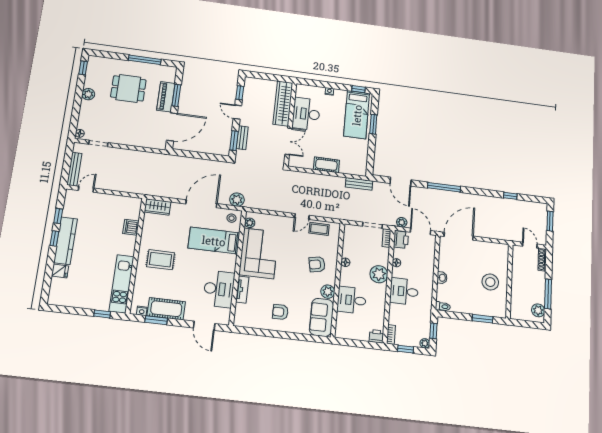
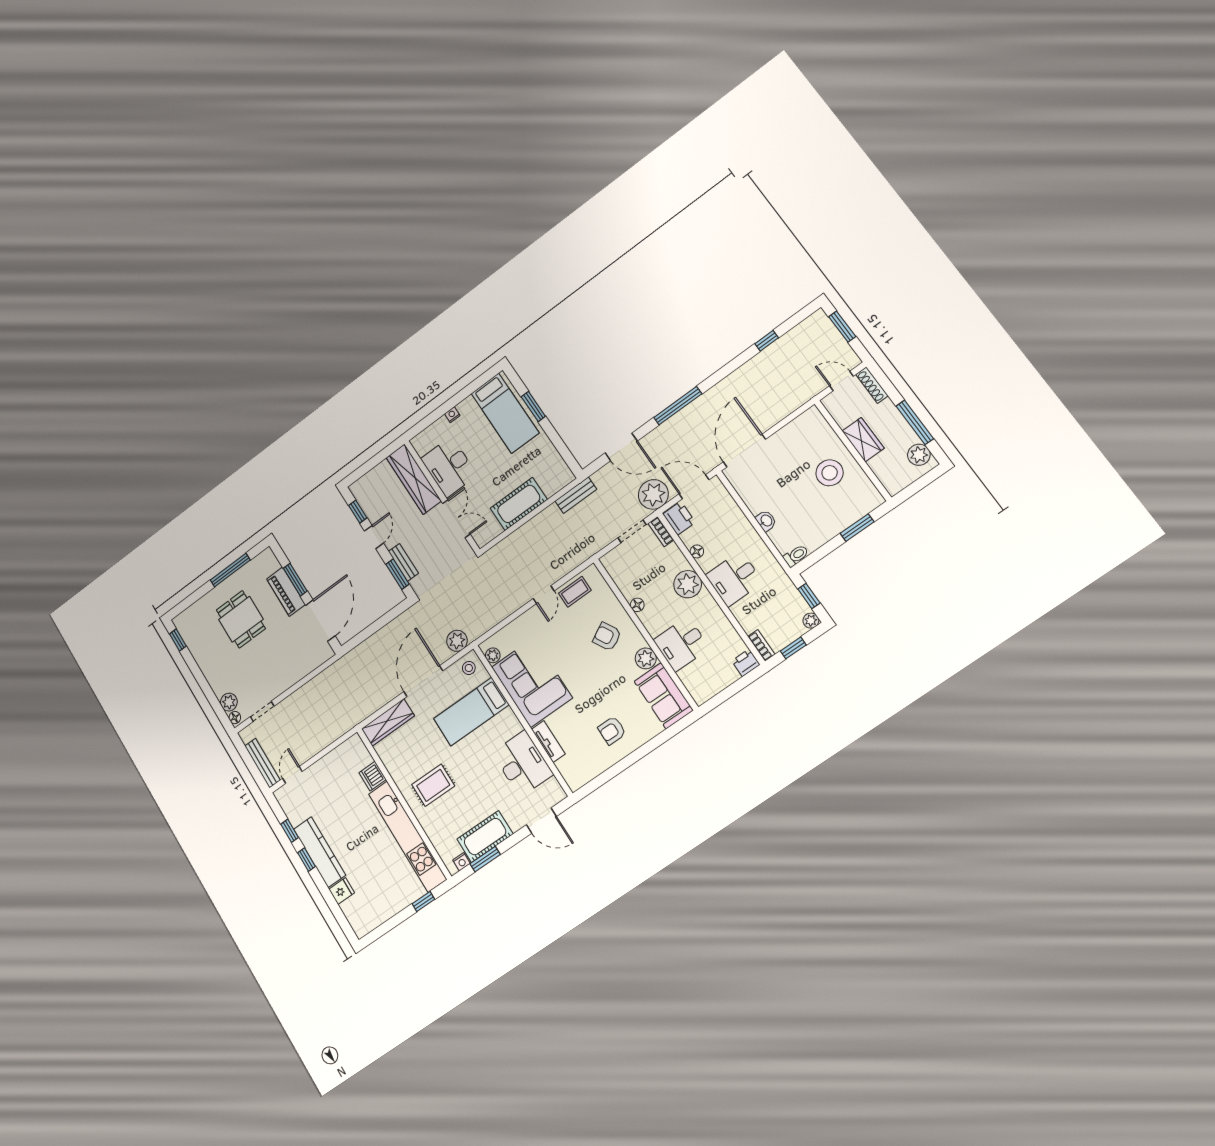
dining table: (128, 88) -> (241, 619), turned 90
window: (358, 89) -> (482, 380), removed
plant: (88, 94) -> (229, 702), moved
door: (237, 112) -> (374, 537), swing flipped
cot: (326, 165) -> (519, 504), width x1.37, depth x1.34
wardrobe: (158, 207) -> (388, 722), width x1.50
plant: (402, 222) -> (653, 494), width x1.87, depth x1.87
armchair: (317, 264) -> (607, 637), turned 72
wardrobe: (518, 281) -> (863, 440), added
kitchen unit: (122, 284) -> (407, 836), width x1.36

